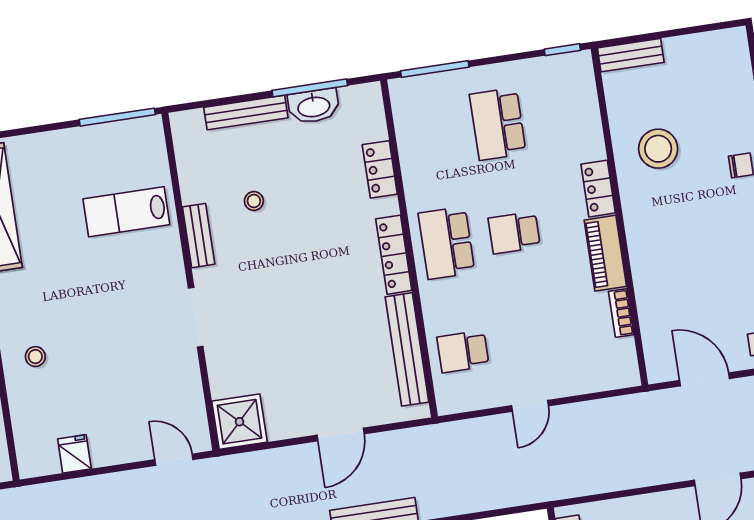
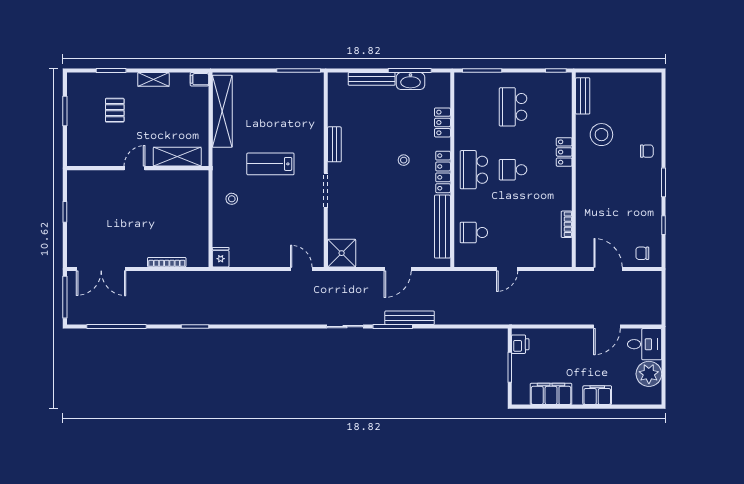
bench: (631, 55) -> (583, 96), moved, turned 90
stool: (254, 201) -> (404, 160), moved
lab bench: (126, 212) -> (270, 164), moved
piano: (605, 253) -> (563, 189), removed
fridge: (74, 454) -> (221, 257), moved

